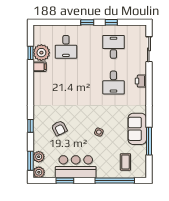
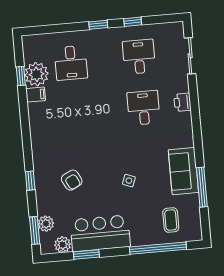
desk: (113, 83) -> (143, 108), turned 180
plant: (39, 172) -> (63, 245), moved

